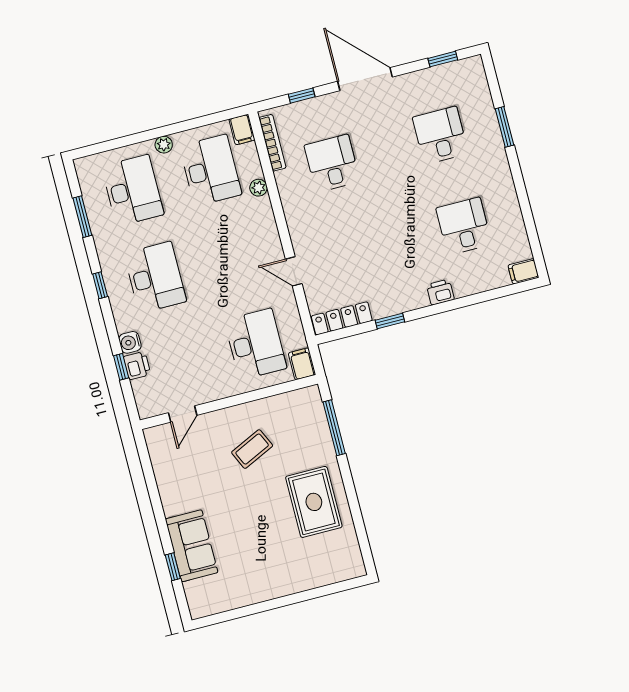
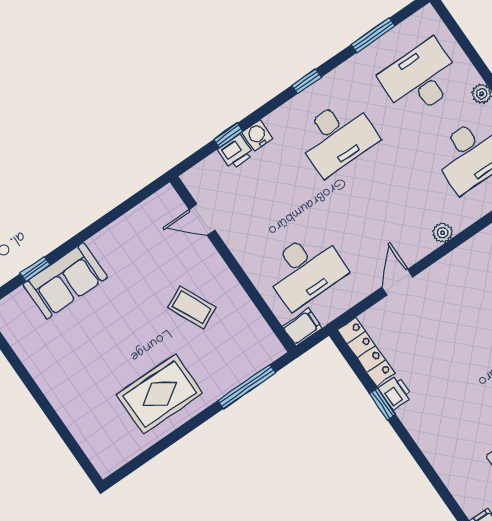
plant: (259, 188) -> (443, 233), moved
desk: (133, 190) -> (421, 79), turned 180
printer: (440, 292) -> (395, 392), moved

